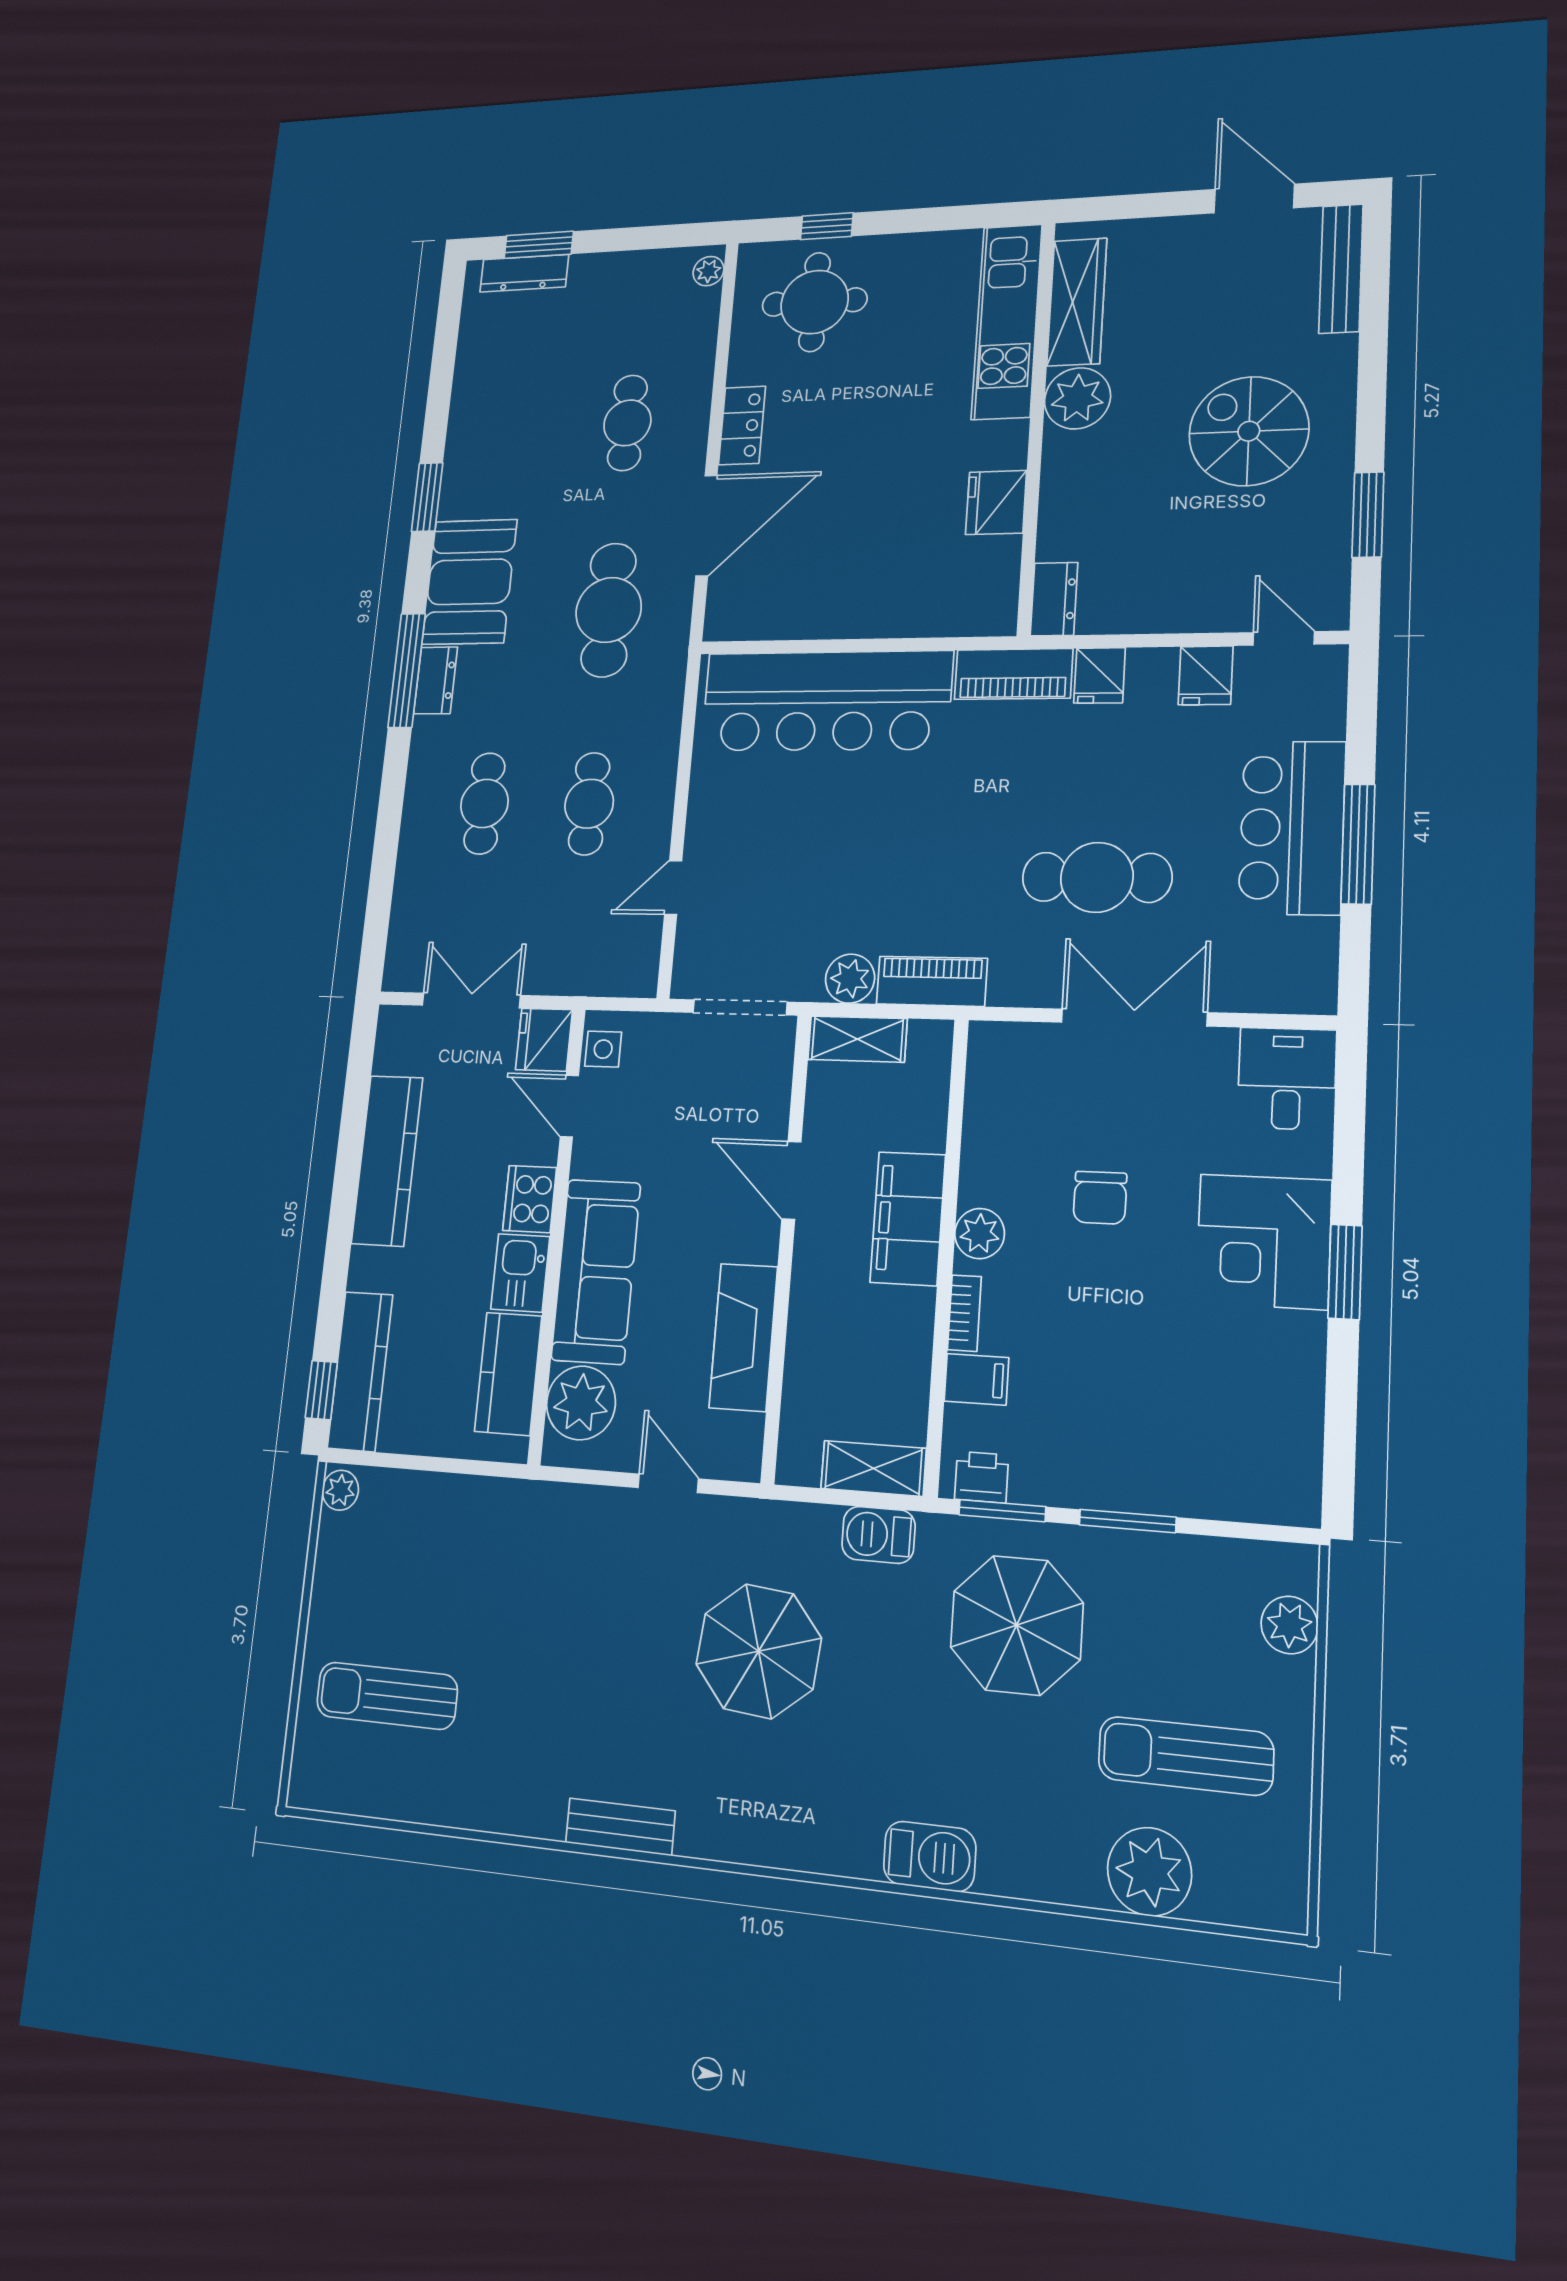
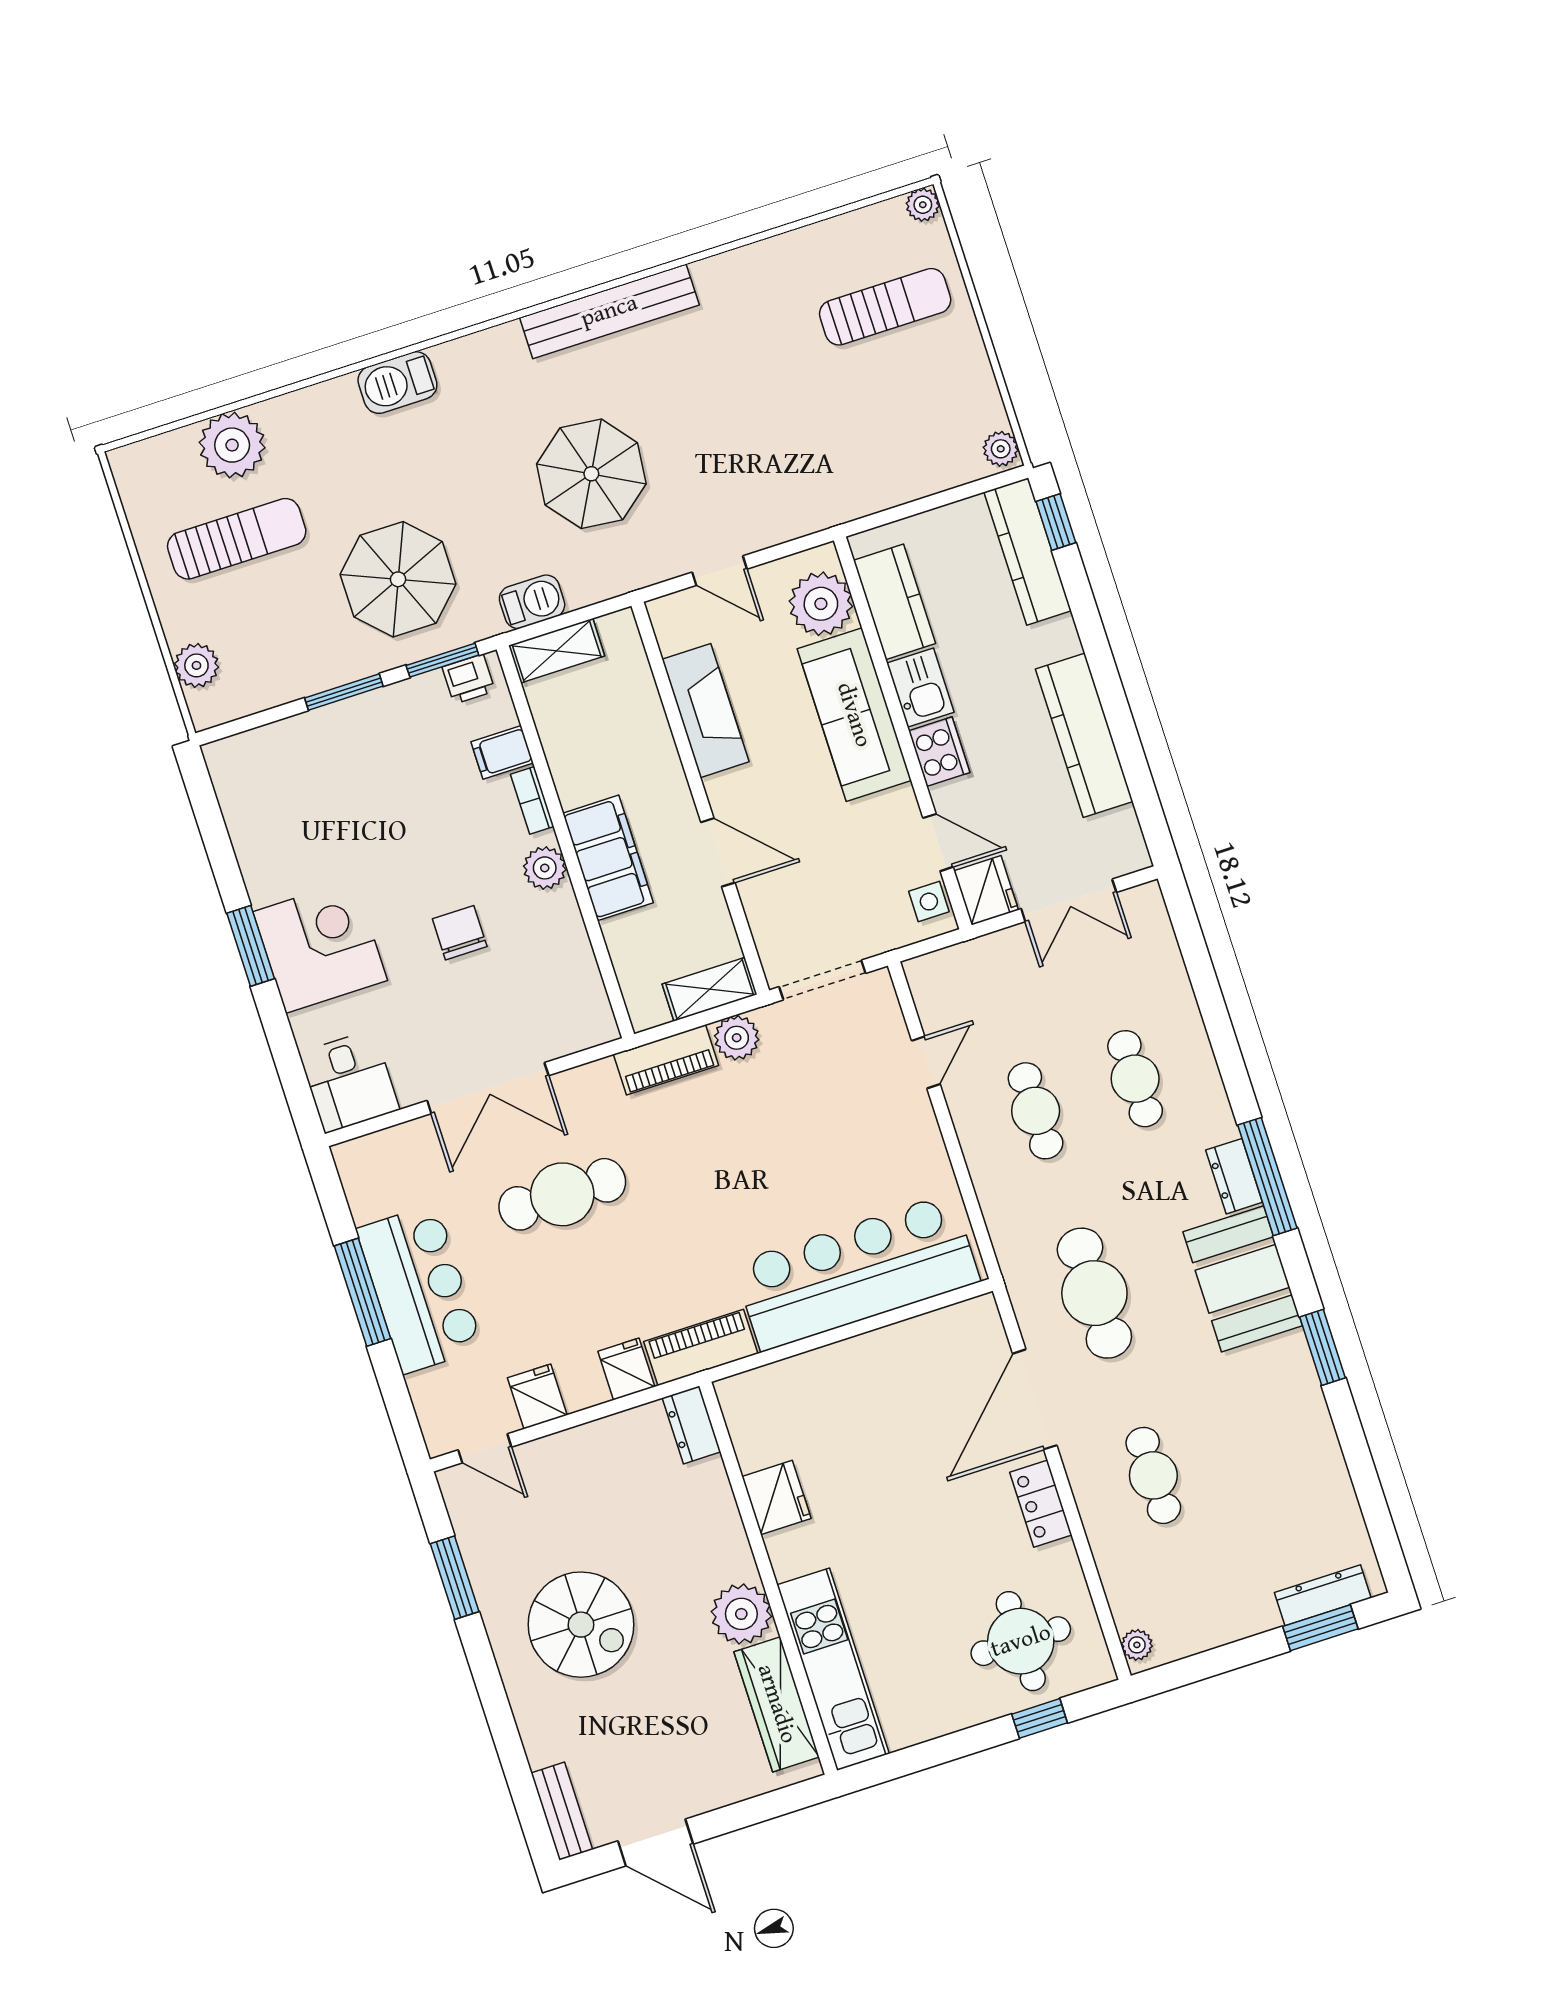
bench: (1341, 269) -> (562, 1811), width x0.73
plant: (305, 1790) -> (923, 205), added
bench: (620, 1827) -> (609, 311), width x1.86, depth x1.21

